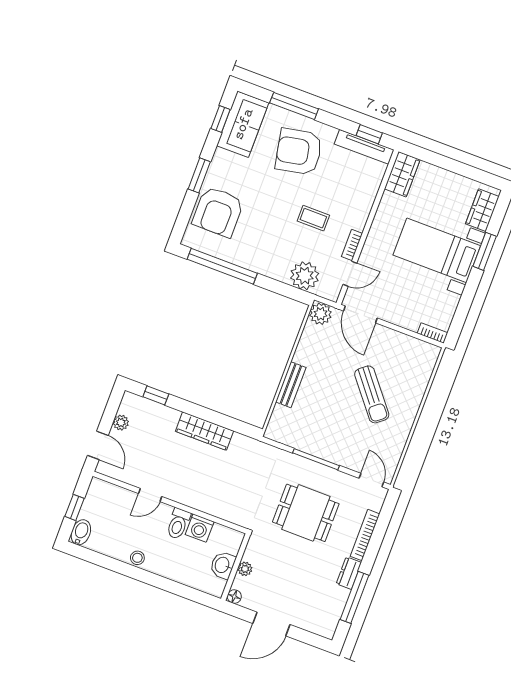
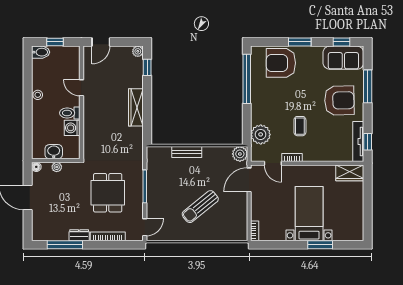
armchair: (299, 152) -> (339, 100), turned 100
wardrobe: (482, 210) -> (346, 233), removed
plant: (121, 423) -> (138, 51), moved

